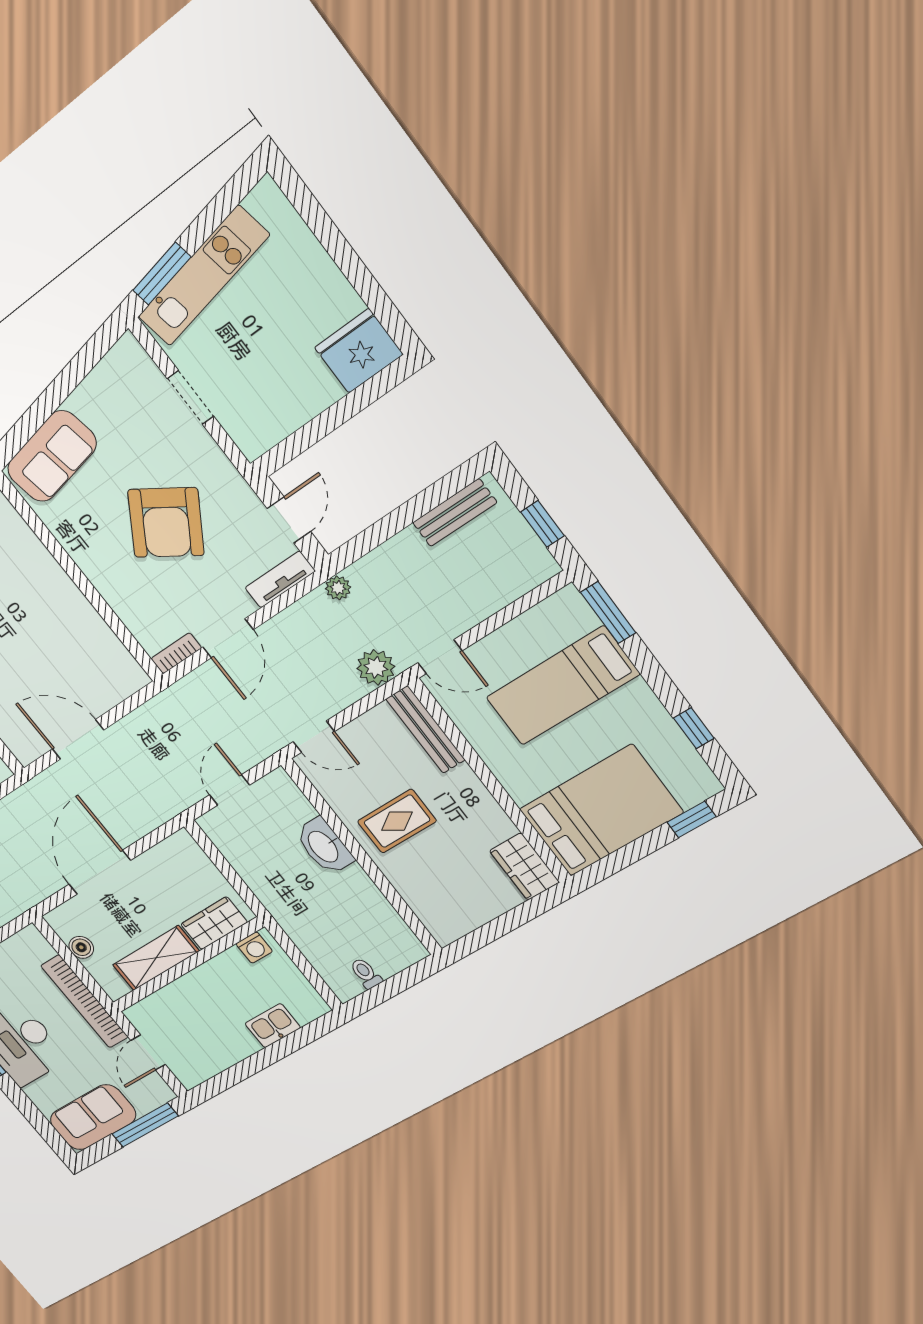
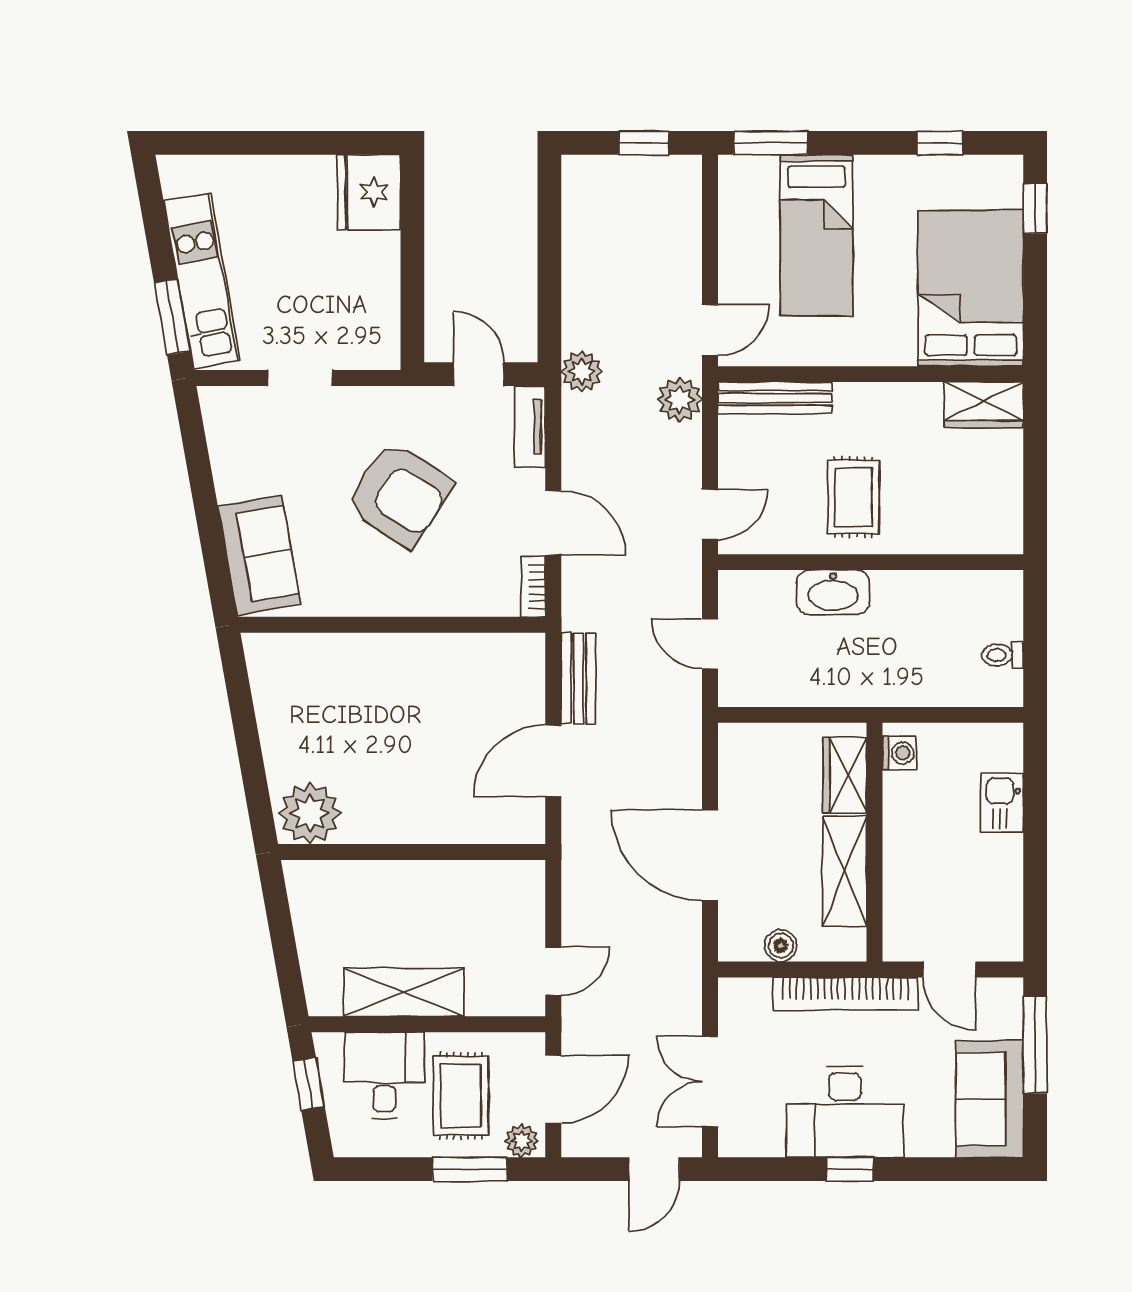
bench: (455, 513) -> (579, 678), moved
plant: (338, 588) -> (582, 371), width x1.38, depth x1.38

